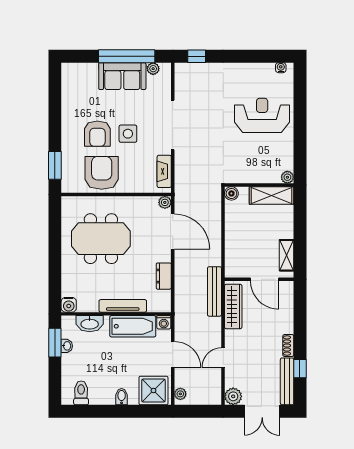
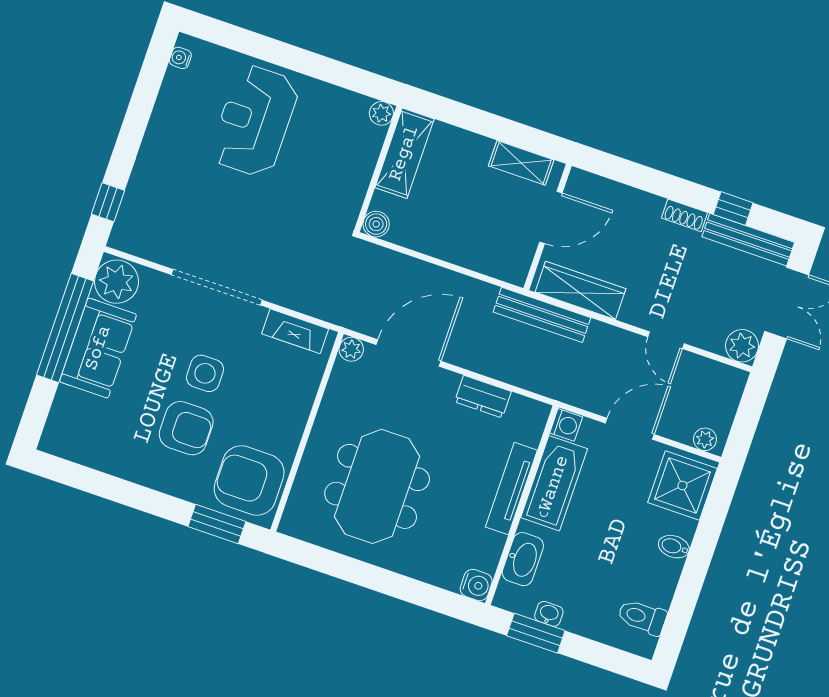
plant: (153, 69) -> (117, 282), width x1.88, depth x1.88
armchair: (102, 173) -> (249, 480), moved

